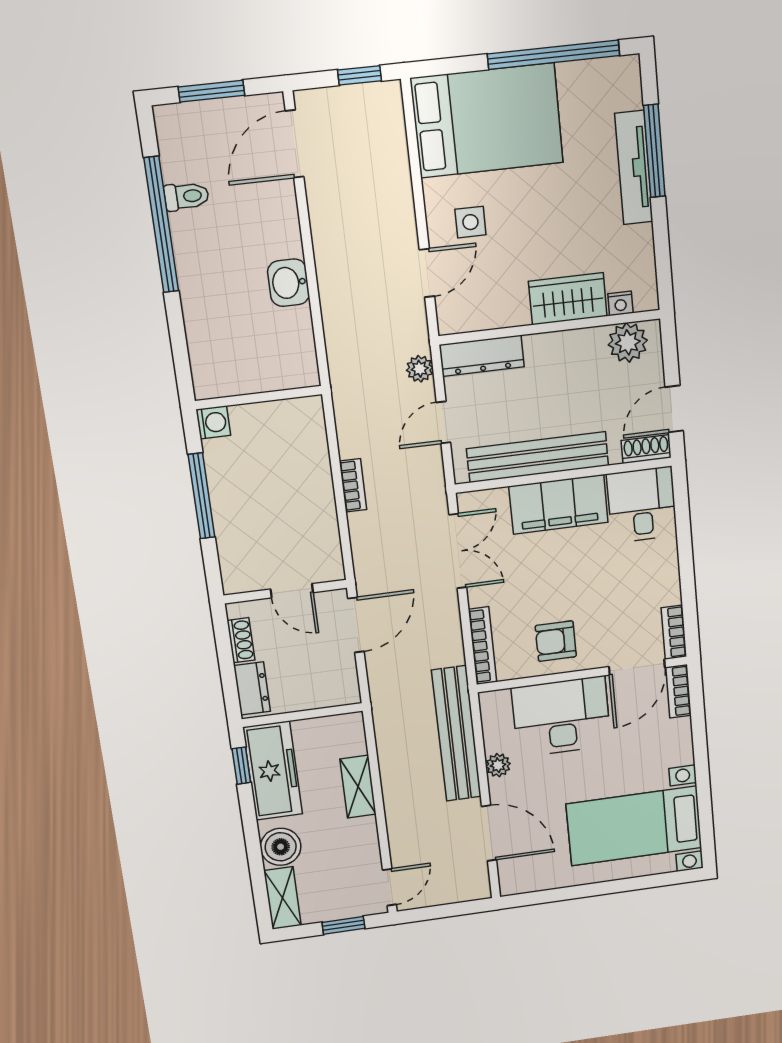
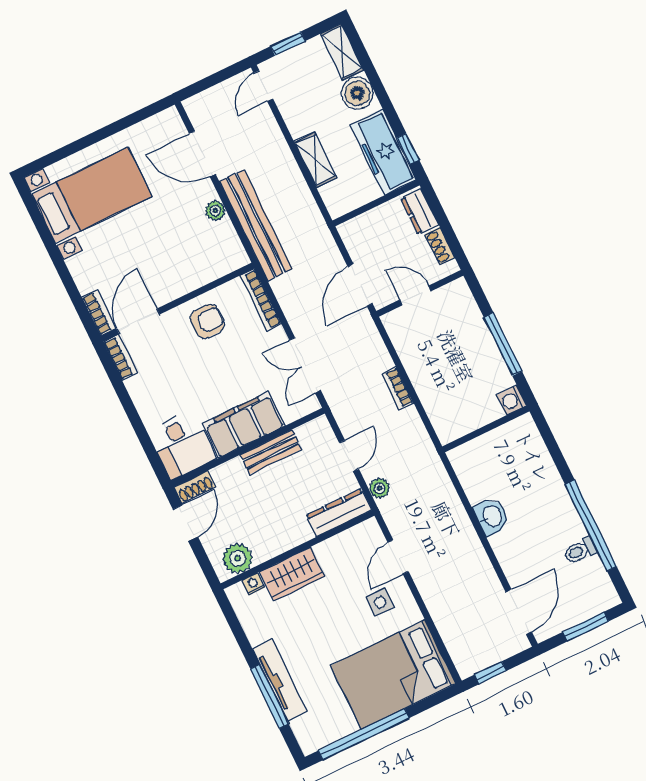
bench: (538, 457) -> (271, 452), width x0.54, depth x0.82
desk: (561, 717) -> (181, 264), removed

